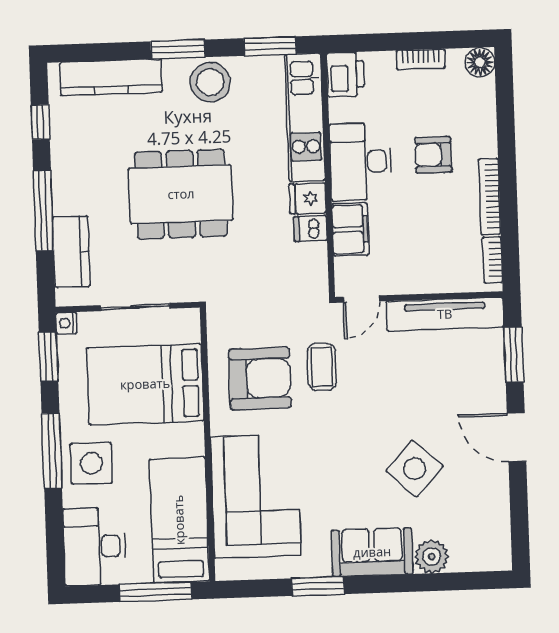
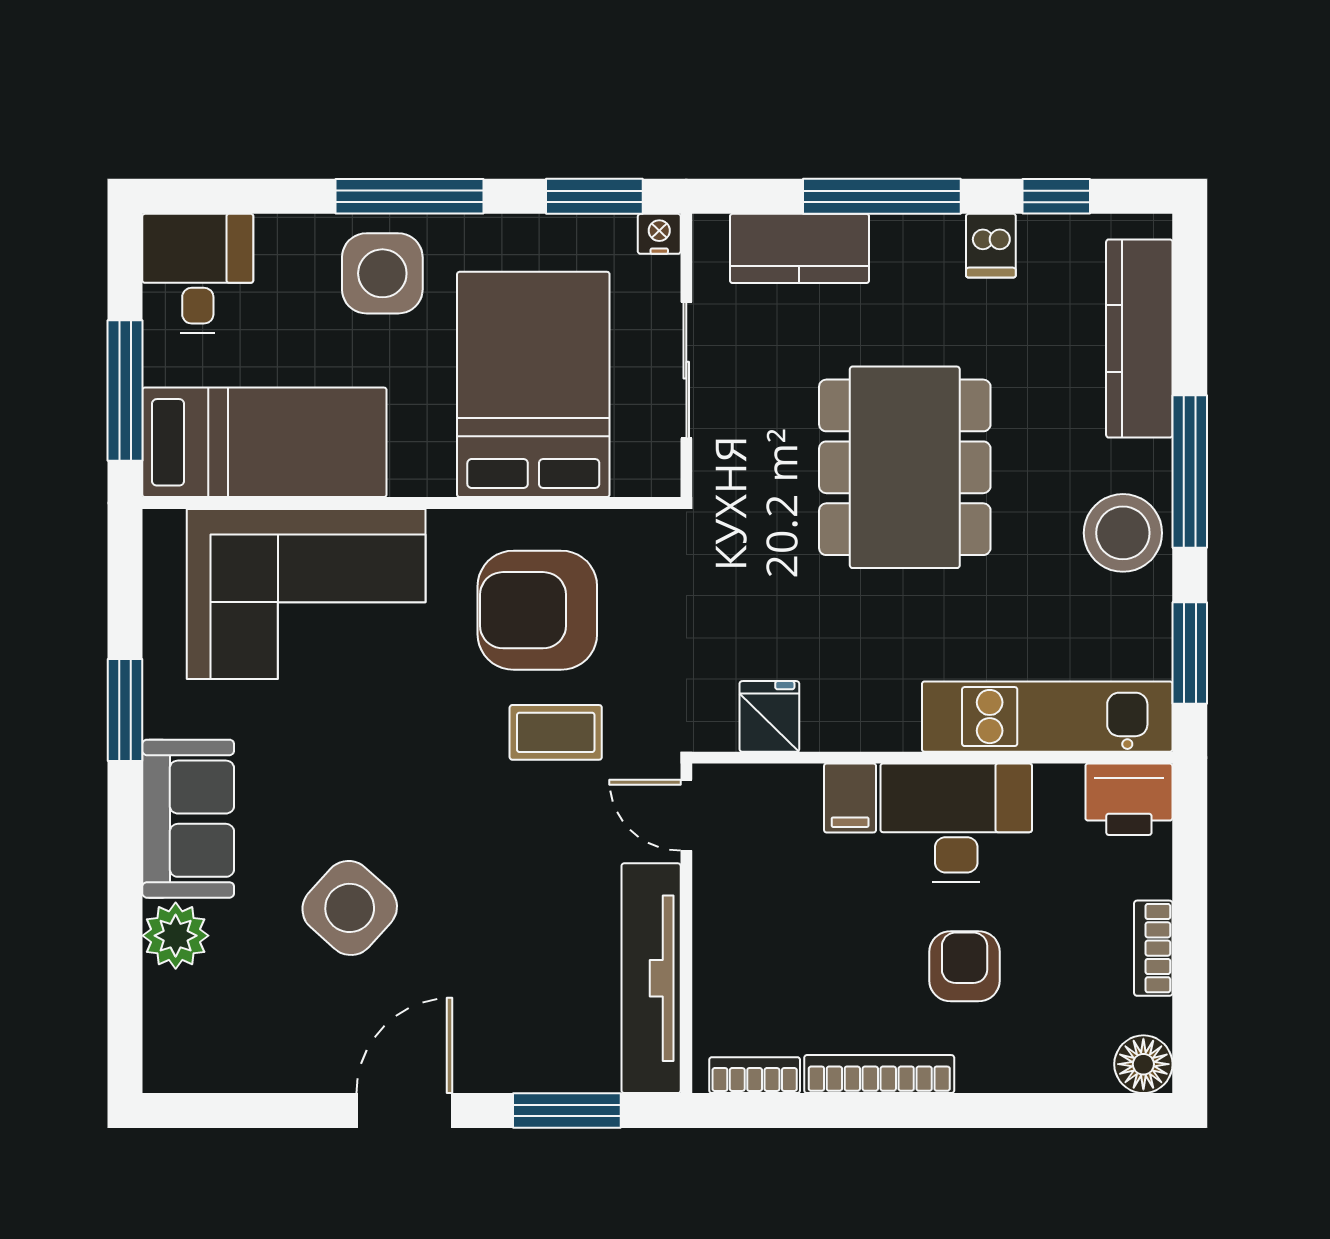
window: (178, 49) -> (1190, 472), width x1.44
fridge: (308, 198) -> (769, 716), moved
dishwasher: (310, 228) -> (991, 246), moved, turned 180
filing cabinet: (350, 229) -> (850, 798), width x0.50
armchair: (260, 378) -> (537, 610), turned 90
desk: (94, 546) -> (198, 273), width x0.73

